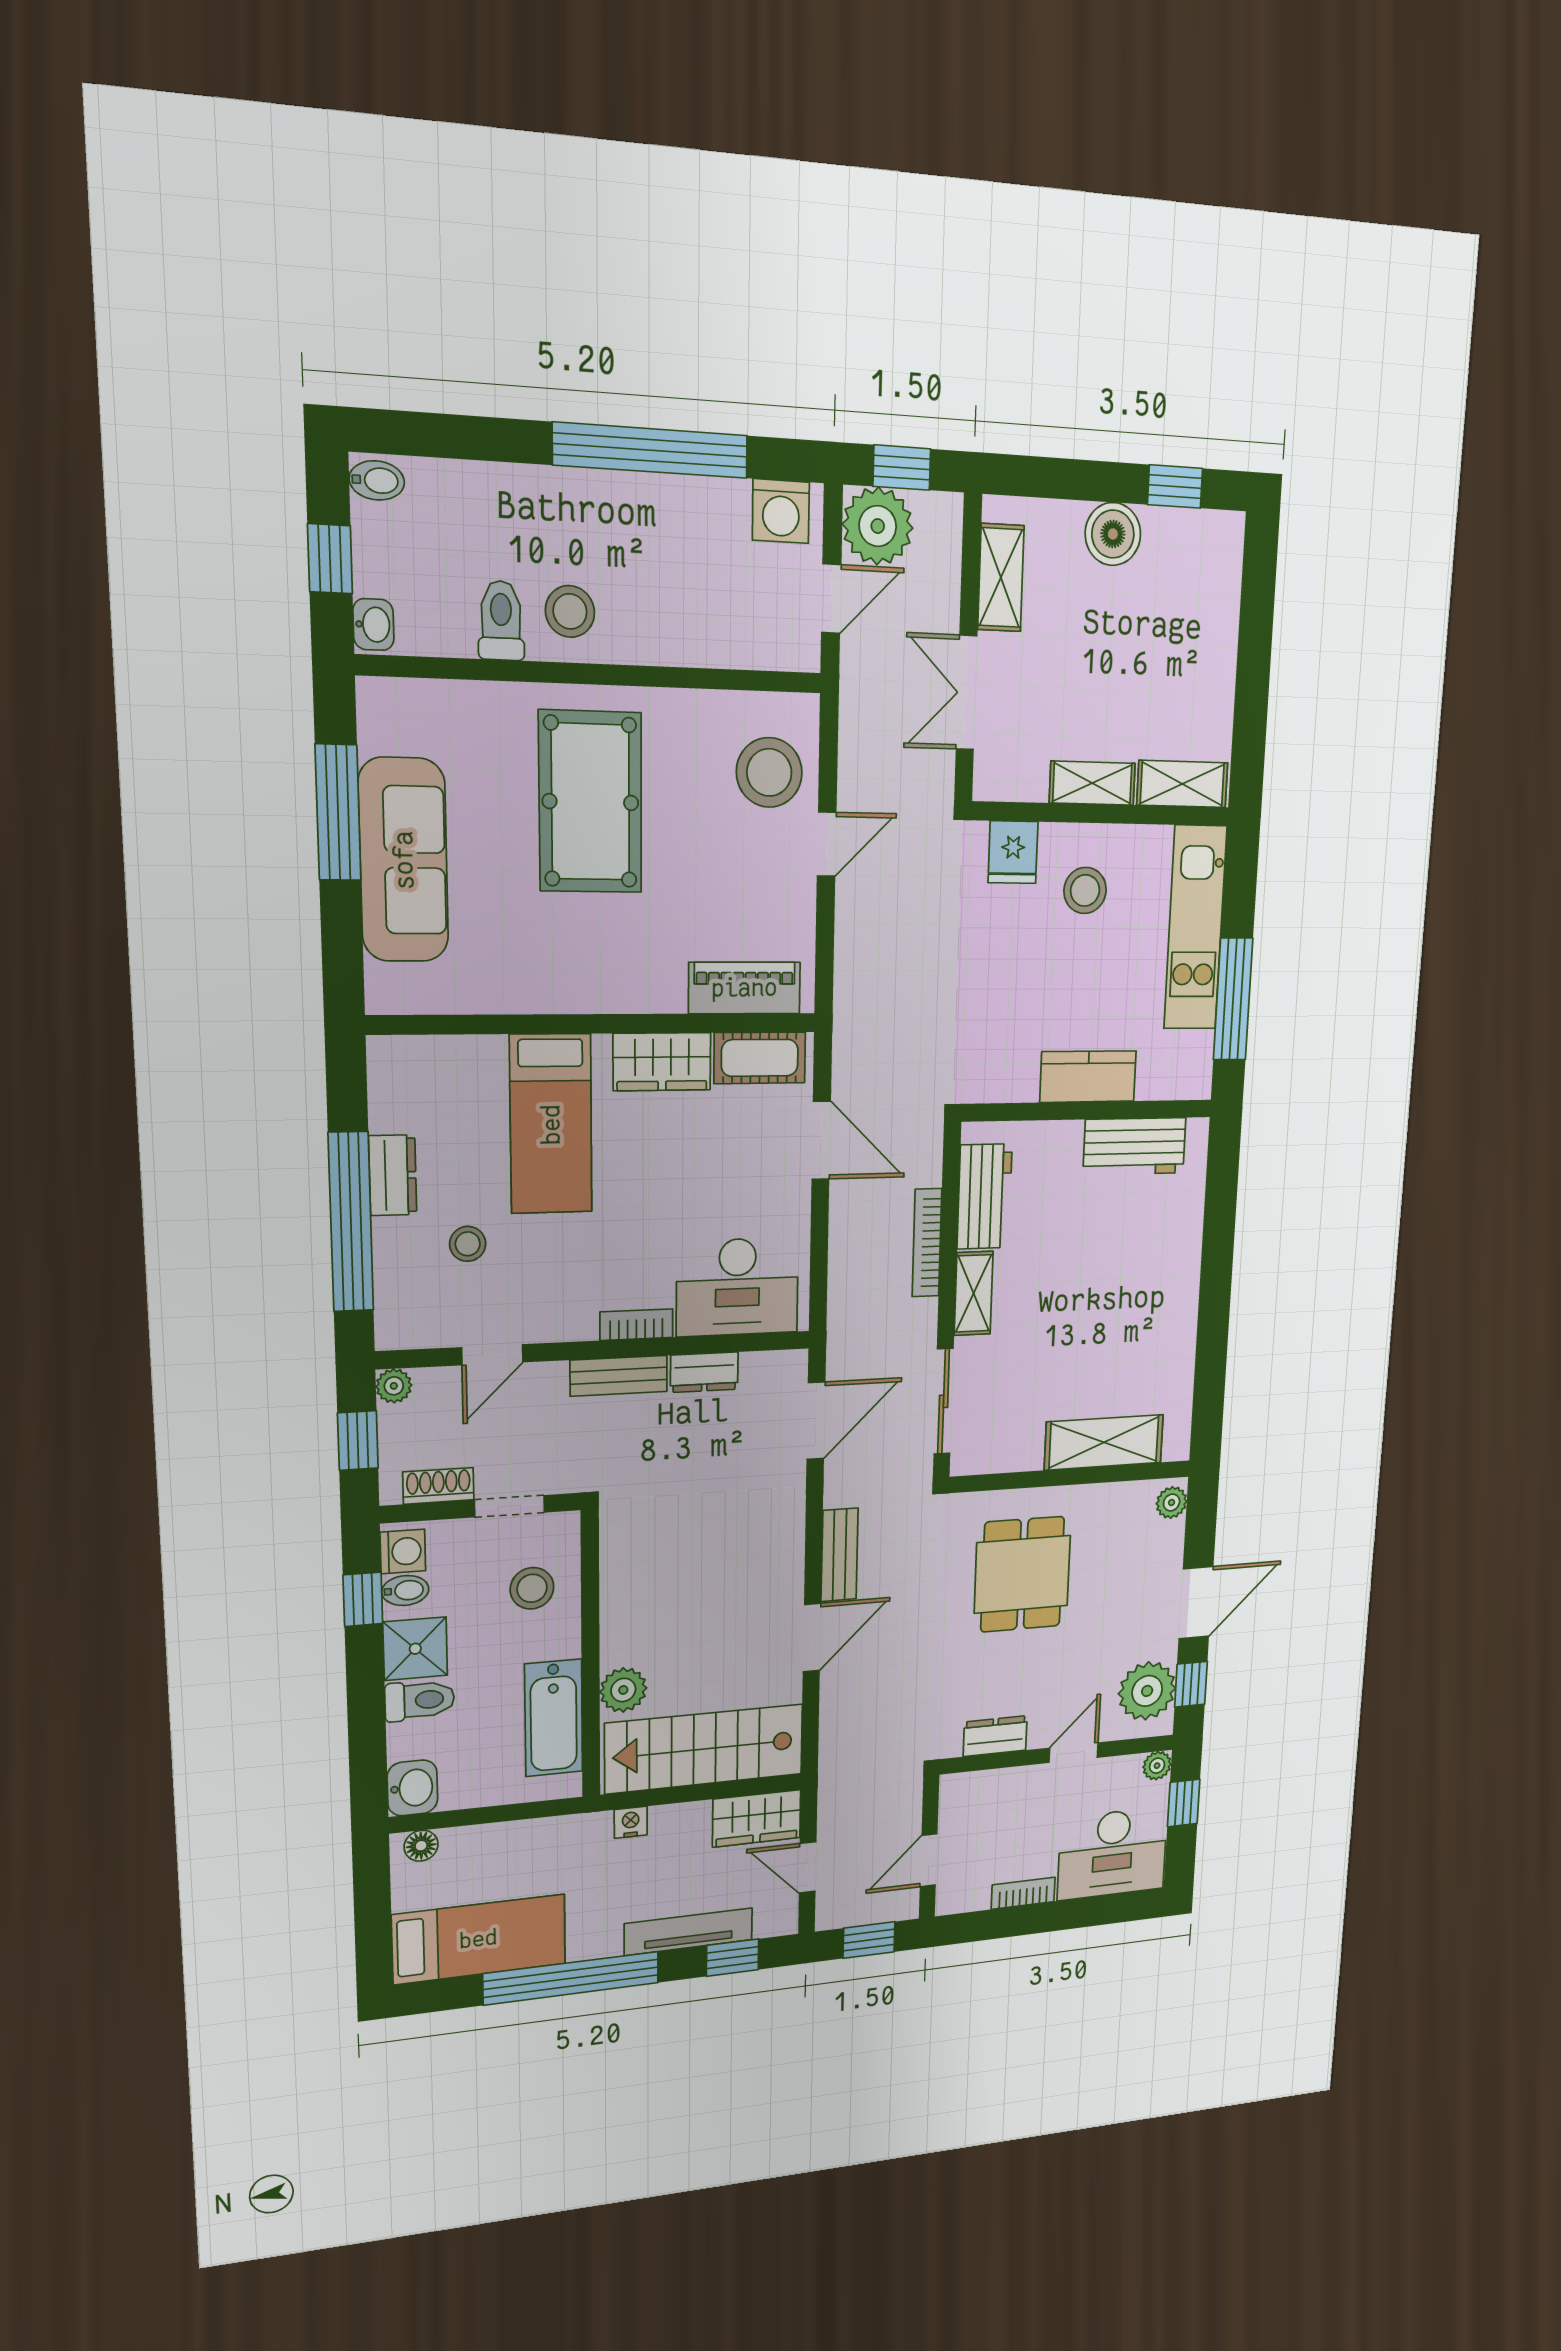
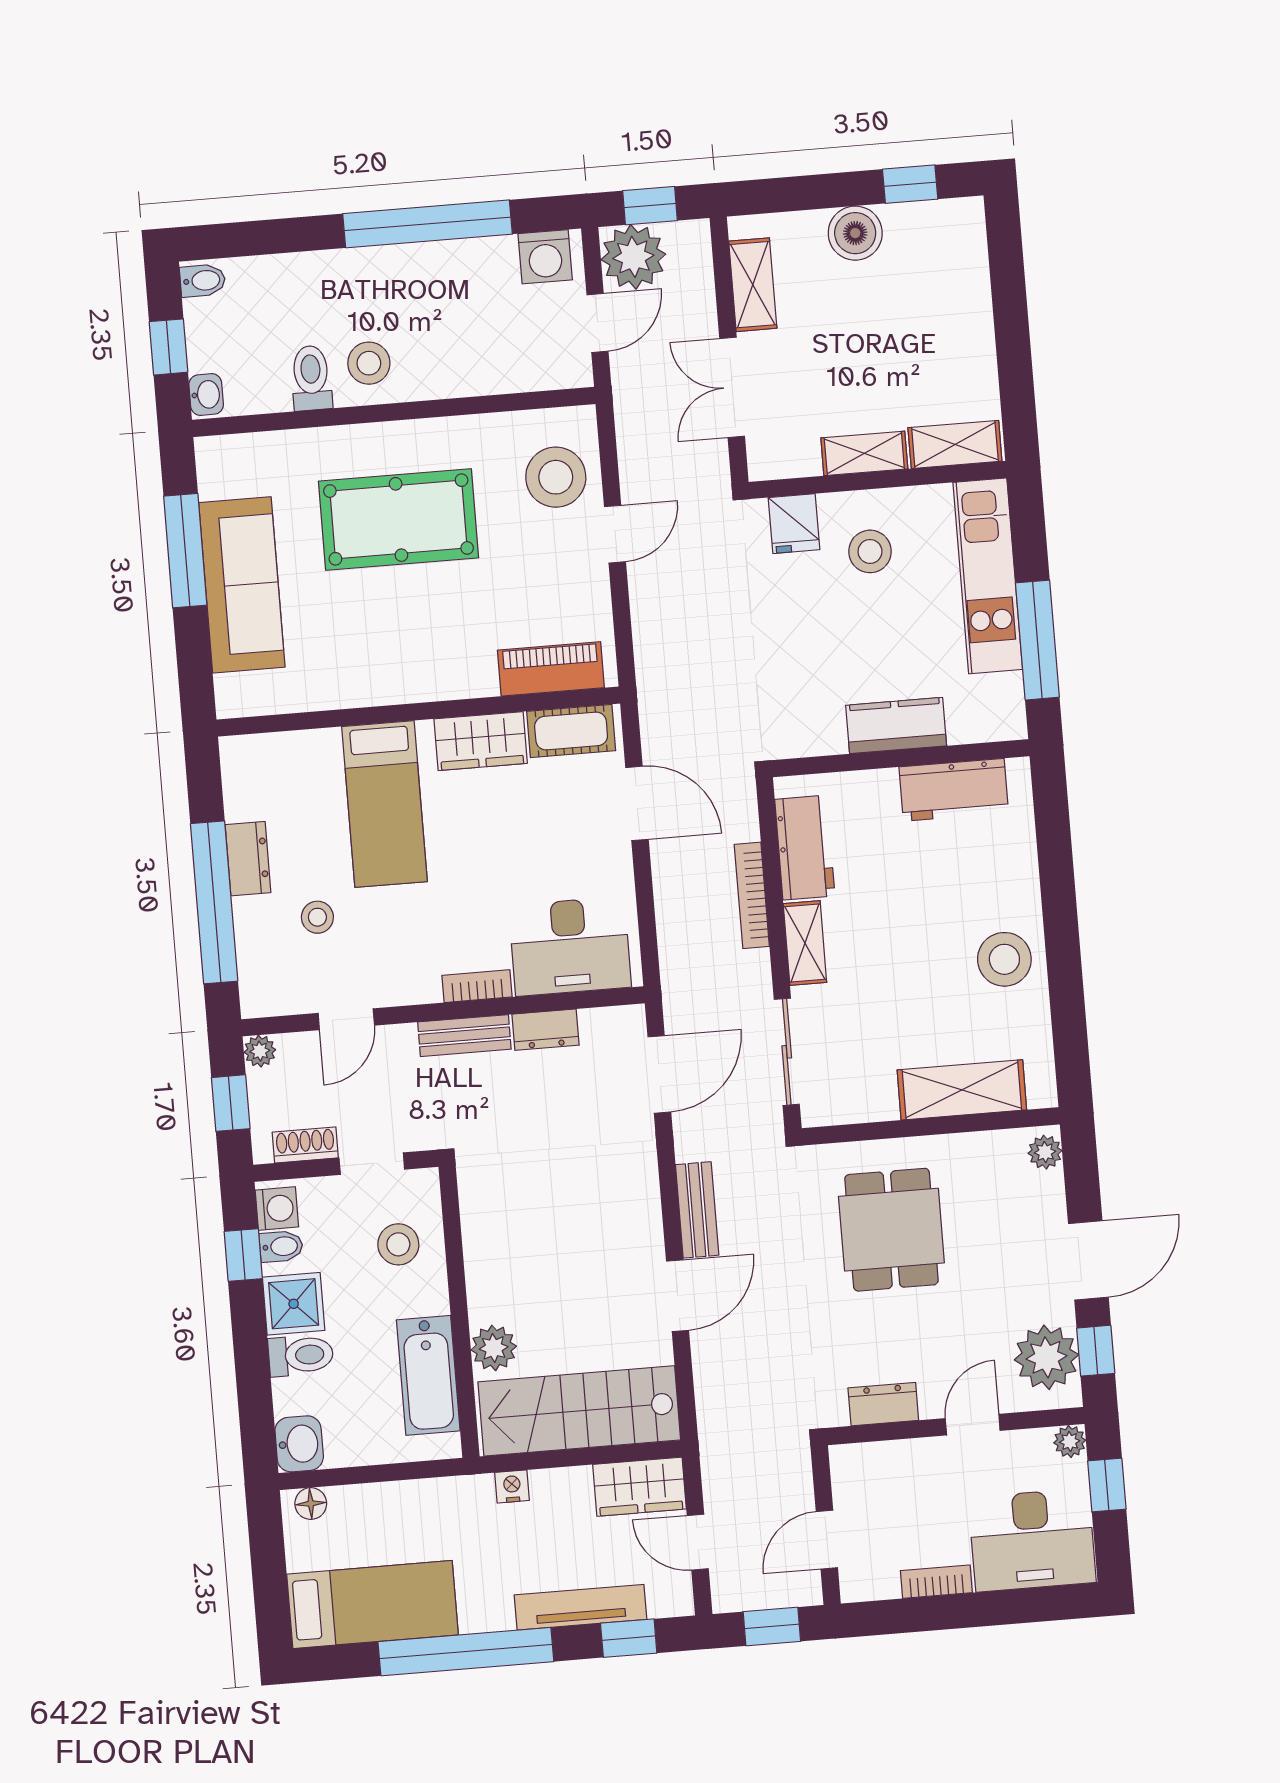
pool table: (591, 802) -> (398, 519), turned 90
stool: (1160, 1317) -> (1004, 959), added

